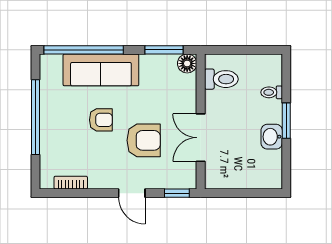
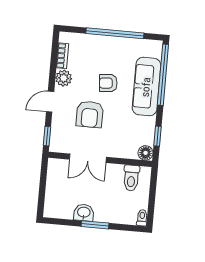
window: (164, 50) -> (157, 136), width x0.67
toilet: (272, 92) -> (142, 218), moved
armchair: (101, 120) -> (108, 83), turned 85
double door: (201, 138) -> (88, 158), swing flipped
plant: (100, 178) -> (64, 78), added

